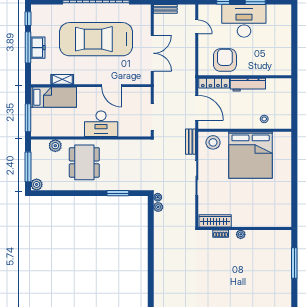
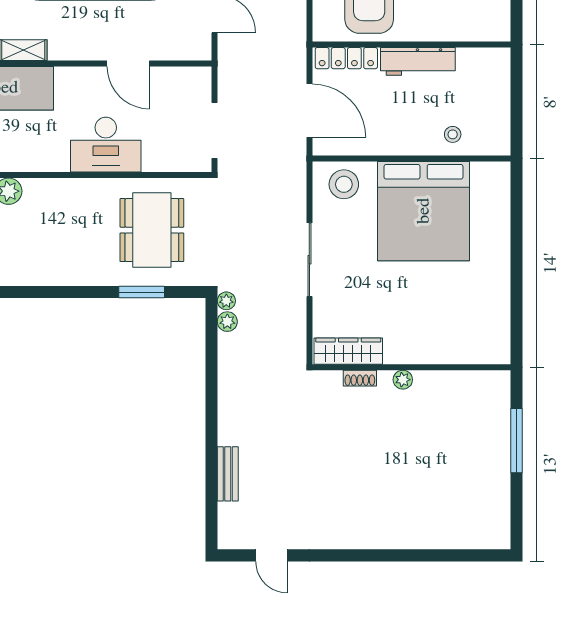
bench: (191, 142) -> (228, 474), moved
dining table: (84, 162) -> (152, 230), moved

